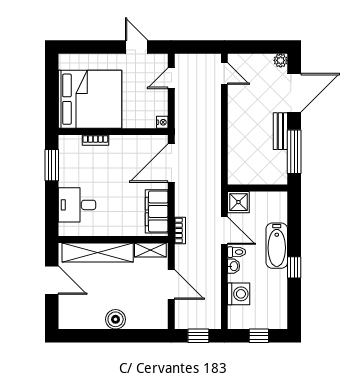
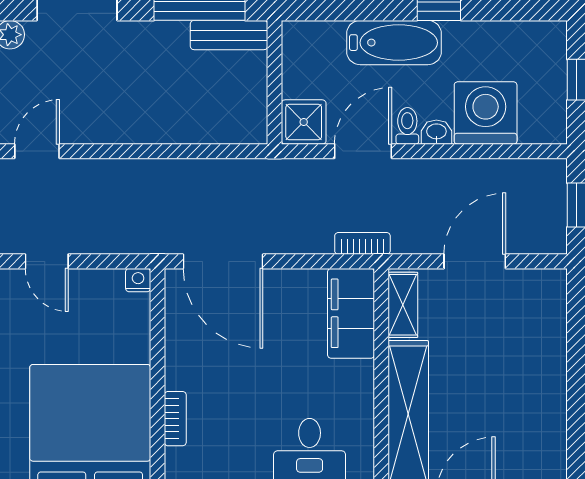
bench: (280, 131) -> (229, 35), moved
filing cabinet: (157, 211) -> (351, 313), moved, turned 90
washing machine: (239, 294) -> (486, 113), width x1.37, depth x1.37
boiler: (116, 319) -> (547, 377), removed

